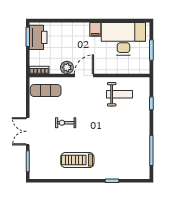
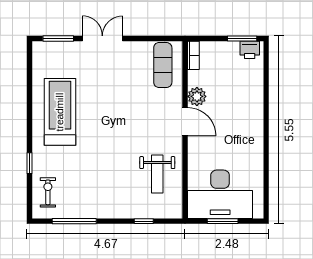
filing cabinet: (95, 29) -> (253, 138), removed
printer: (38, 37) -> (250, 50), width x0.53, depth x0.68
desk: (123, 39) -> (220, 194), moved, turned 90
exercise bike: (66, 123) -> (48, 192), moved
treadmill: (77, 160) -> (60, 112), width x1.37, depth x1.38

